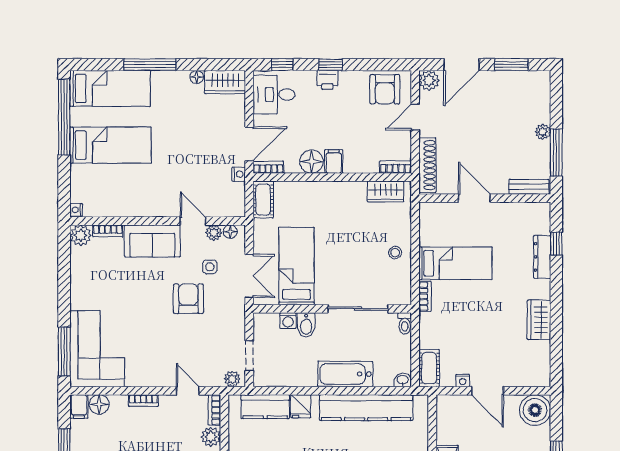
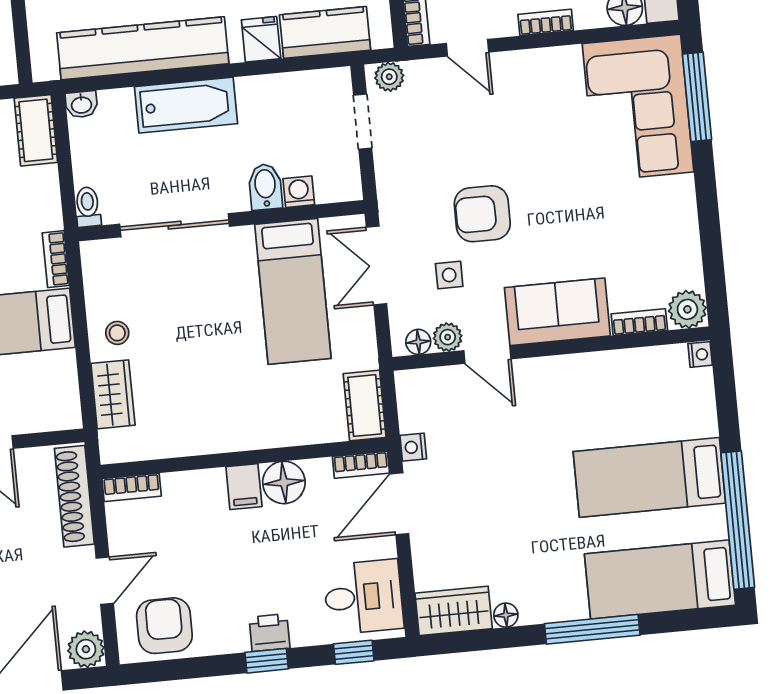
wardrobe: (386, 191) -> (113, 394), moved, turned 90
armchair: (188, 299) -> (482, 214), turned 90

